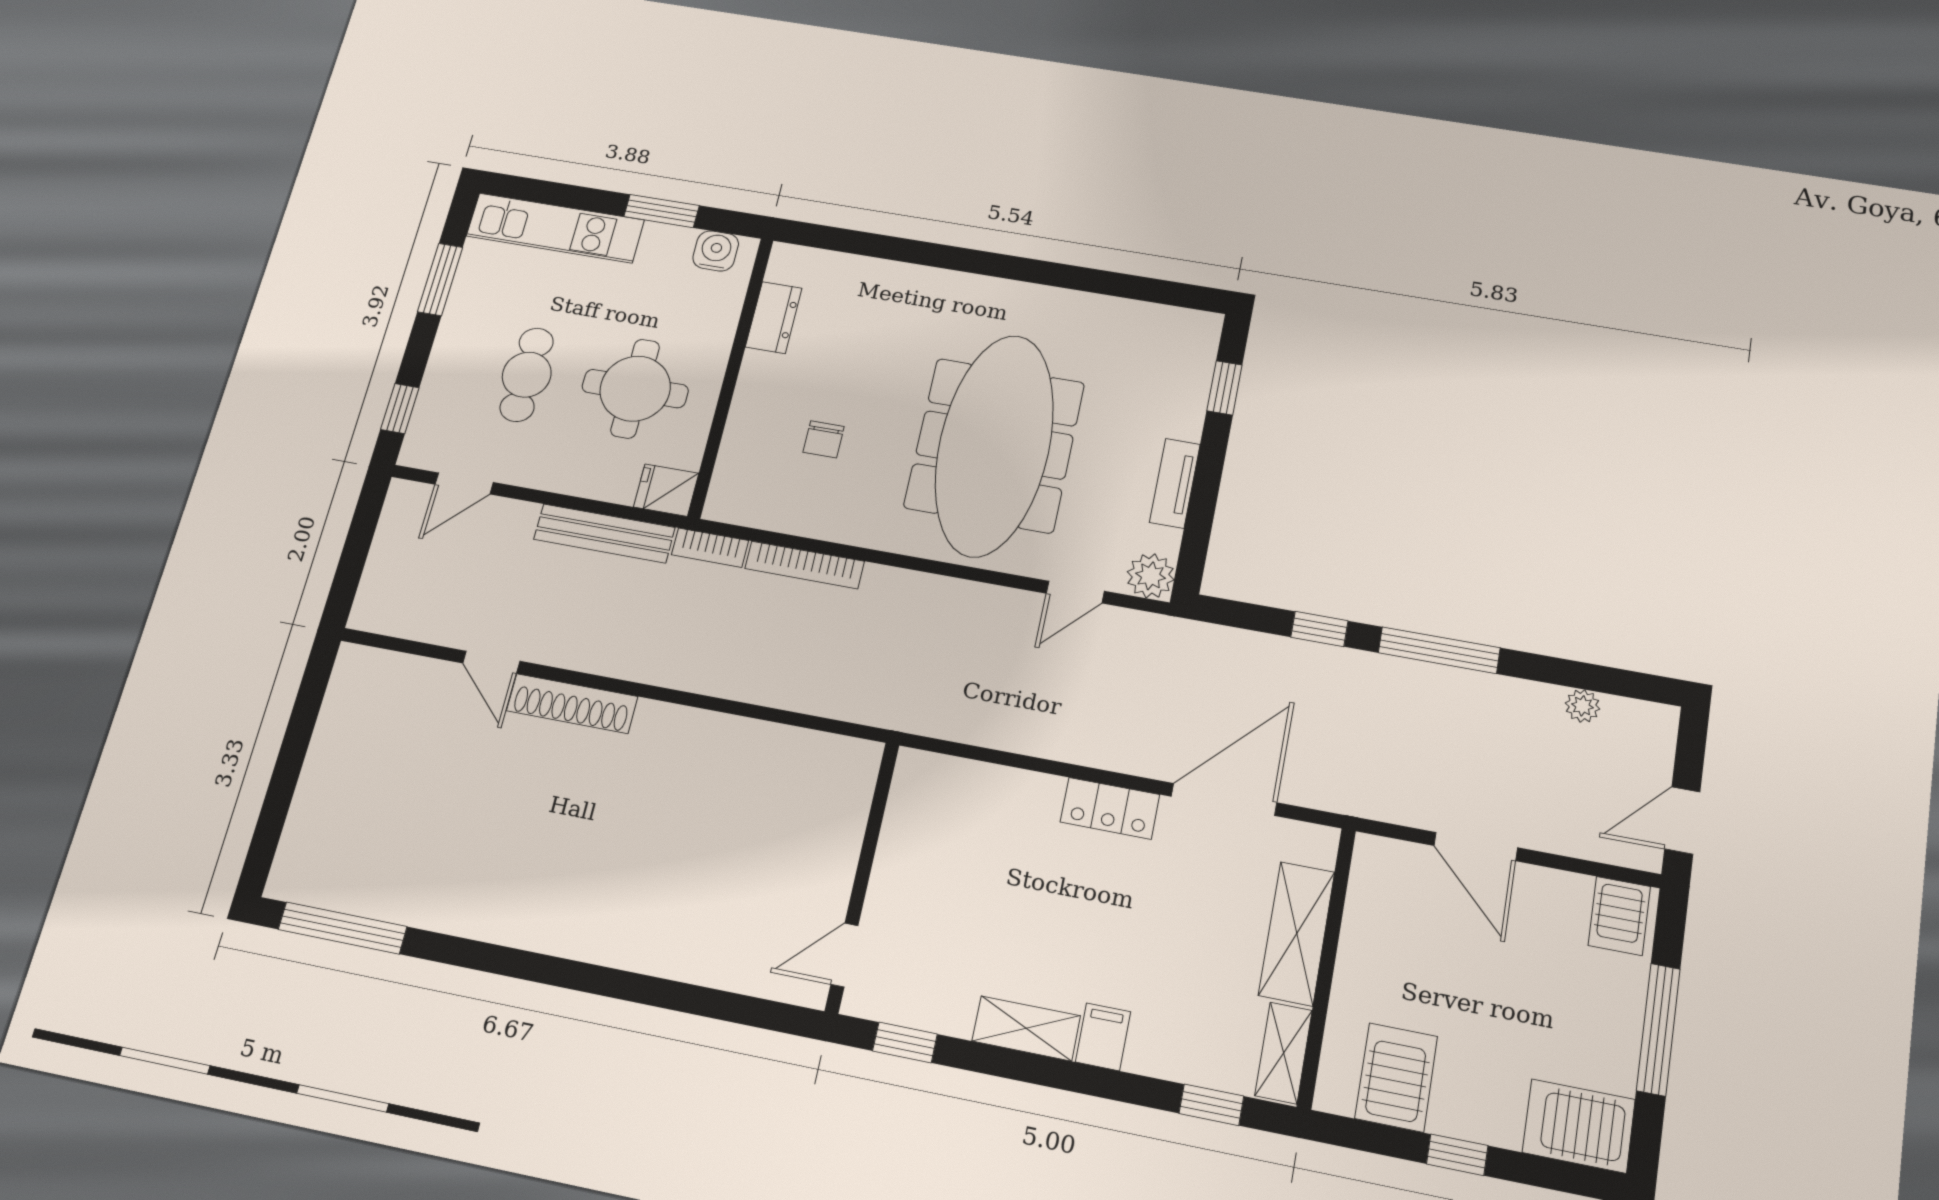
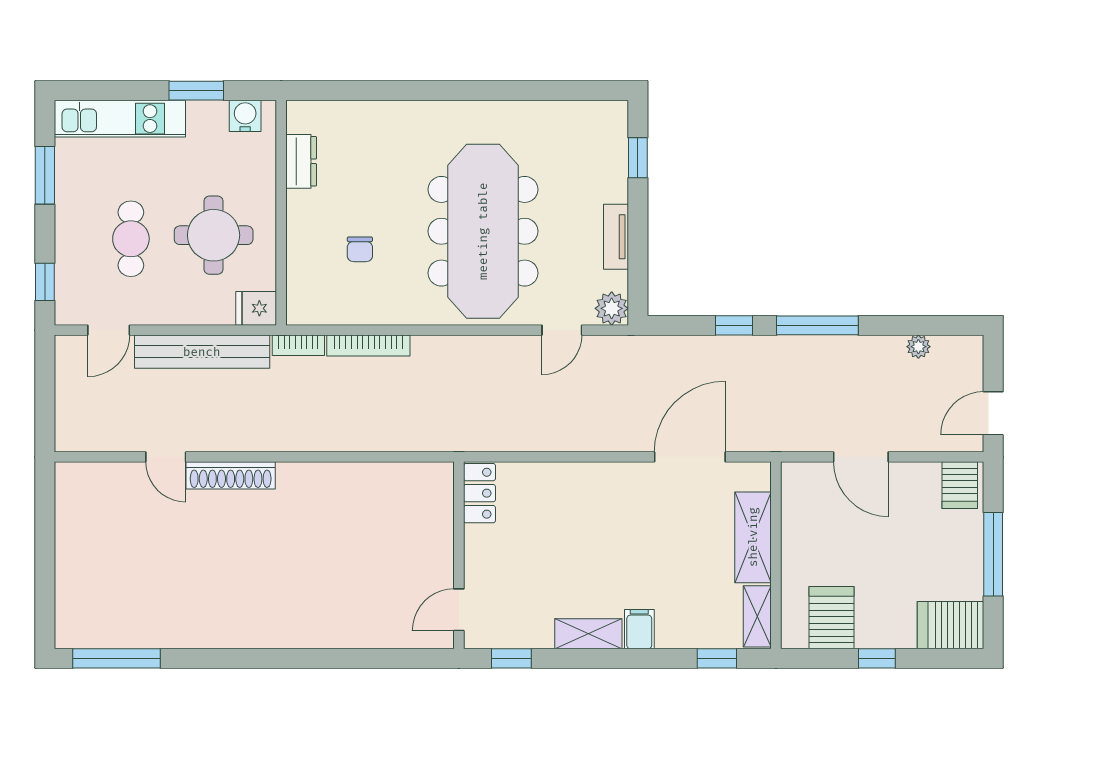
bench: (604, 533) -> (202, 352), width x1.37, depth x1.21
locker: (1110, 808) -> (479, 493), moved, turned -90

